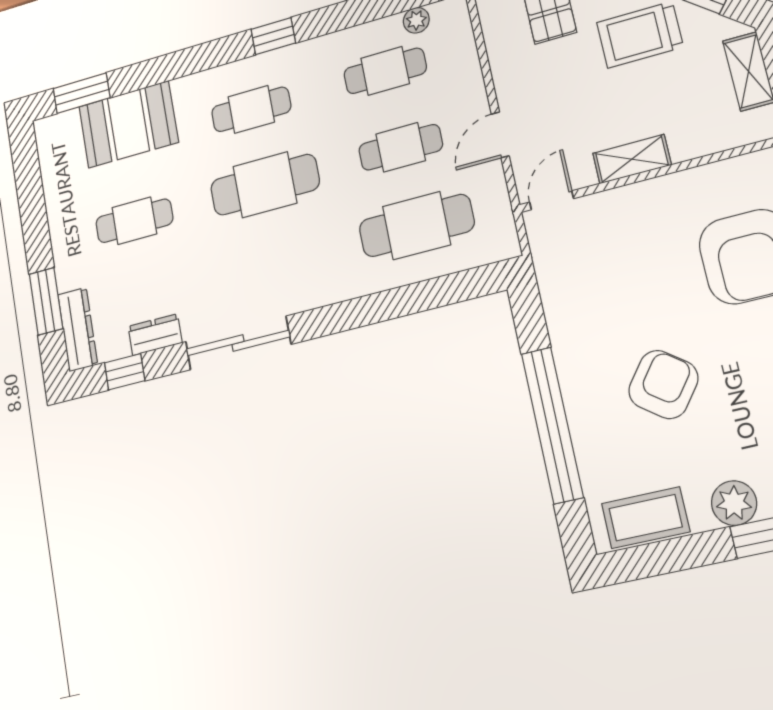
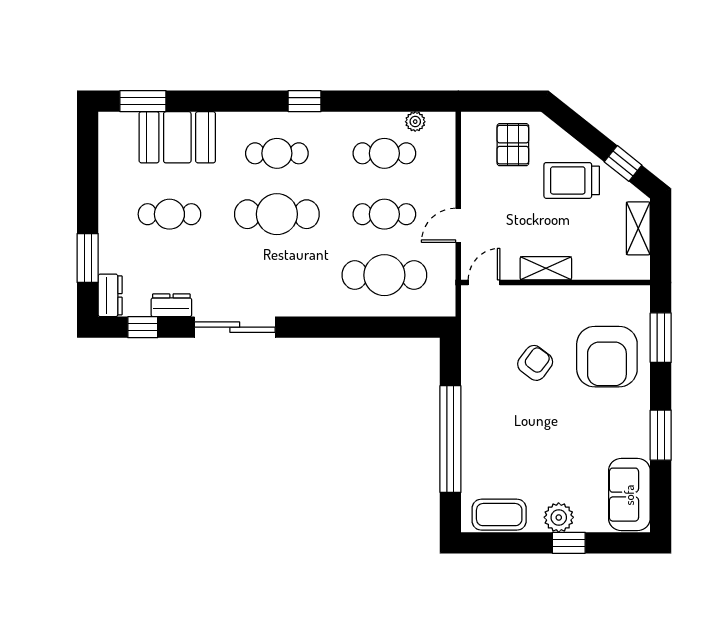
dresser: (78, 329) -> (110, 295), width x0.70
armchair: (663, 384) -> (535, 363), moved, width x0.72, depth x0.72

